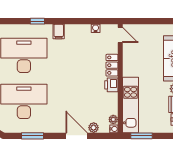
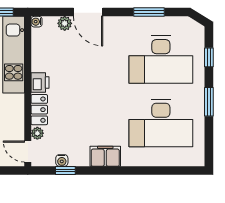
window: (37, 21) -> (65, 171), moved
filing cabinet: (59, 31) -> (105, 156), width x2.00
plant: (113, 119) -> (37, 133), moved

